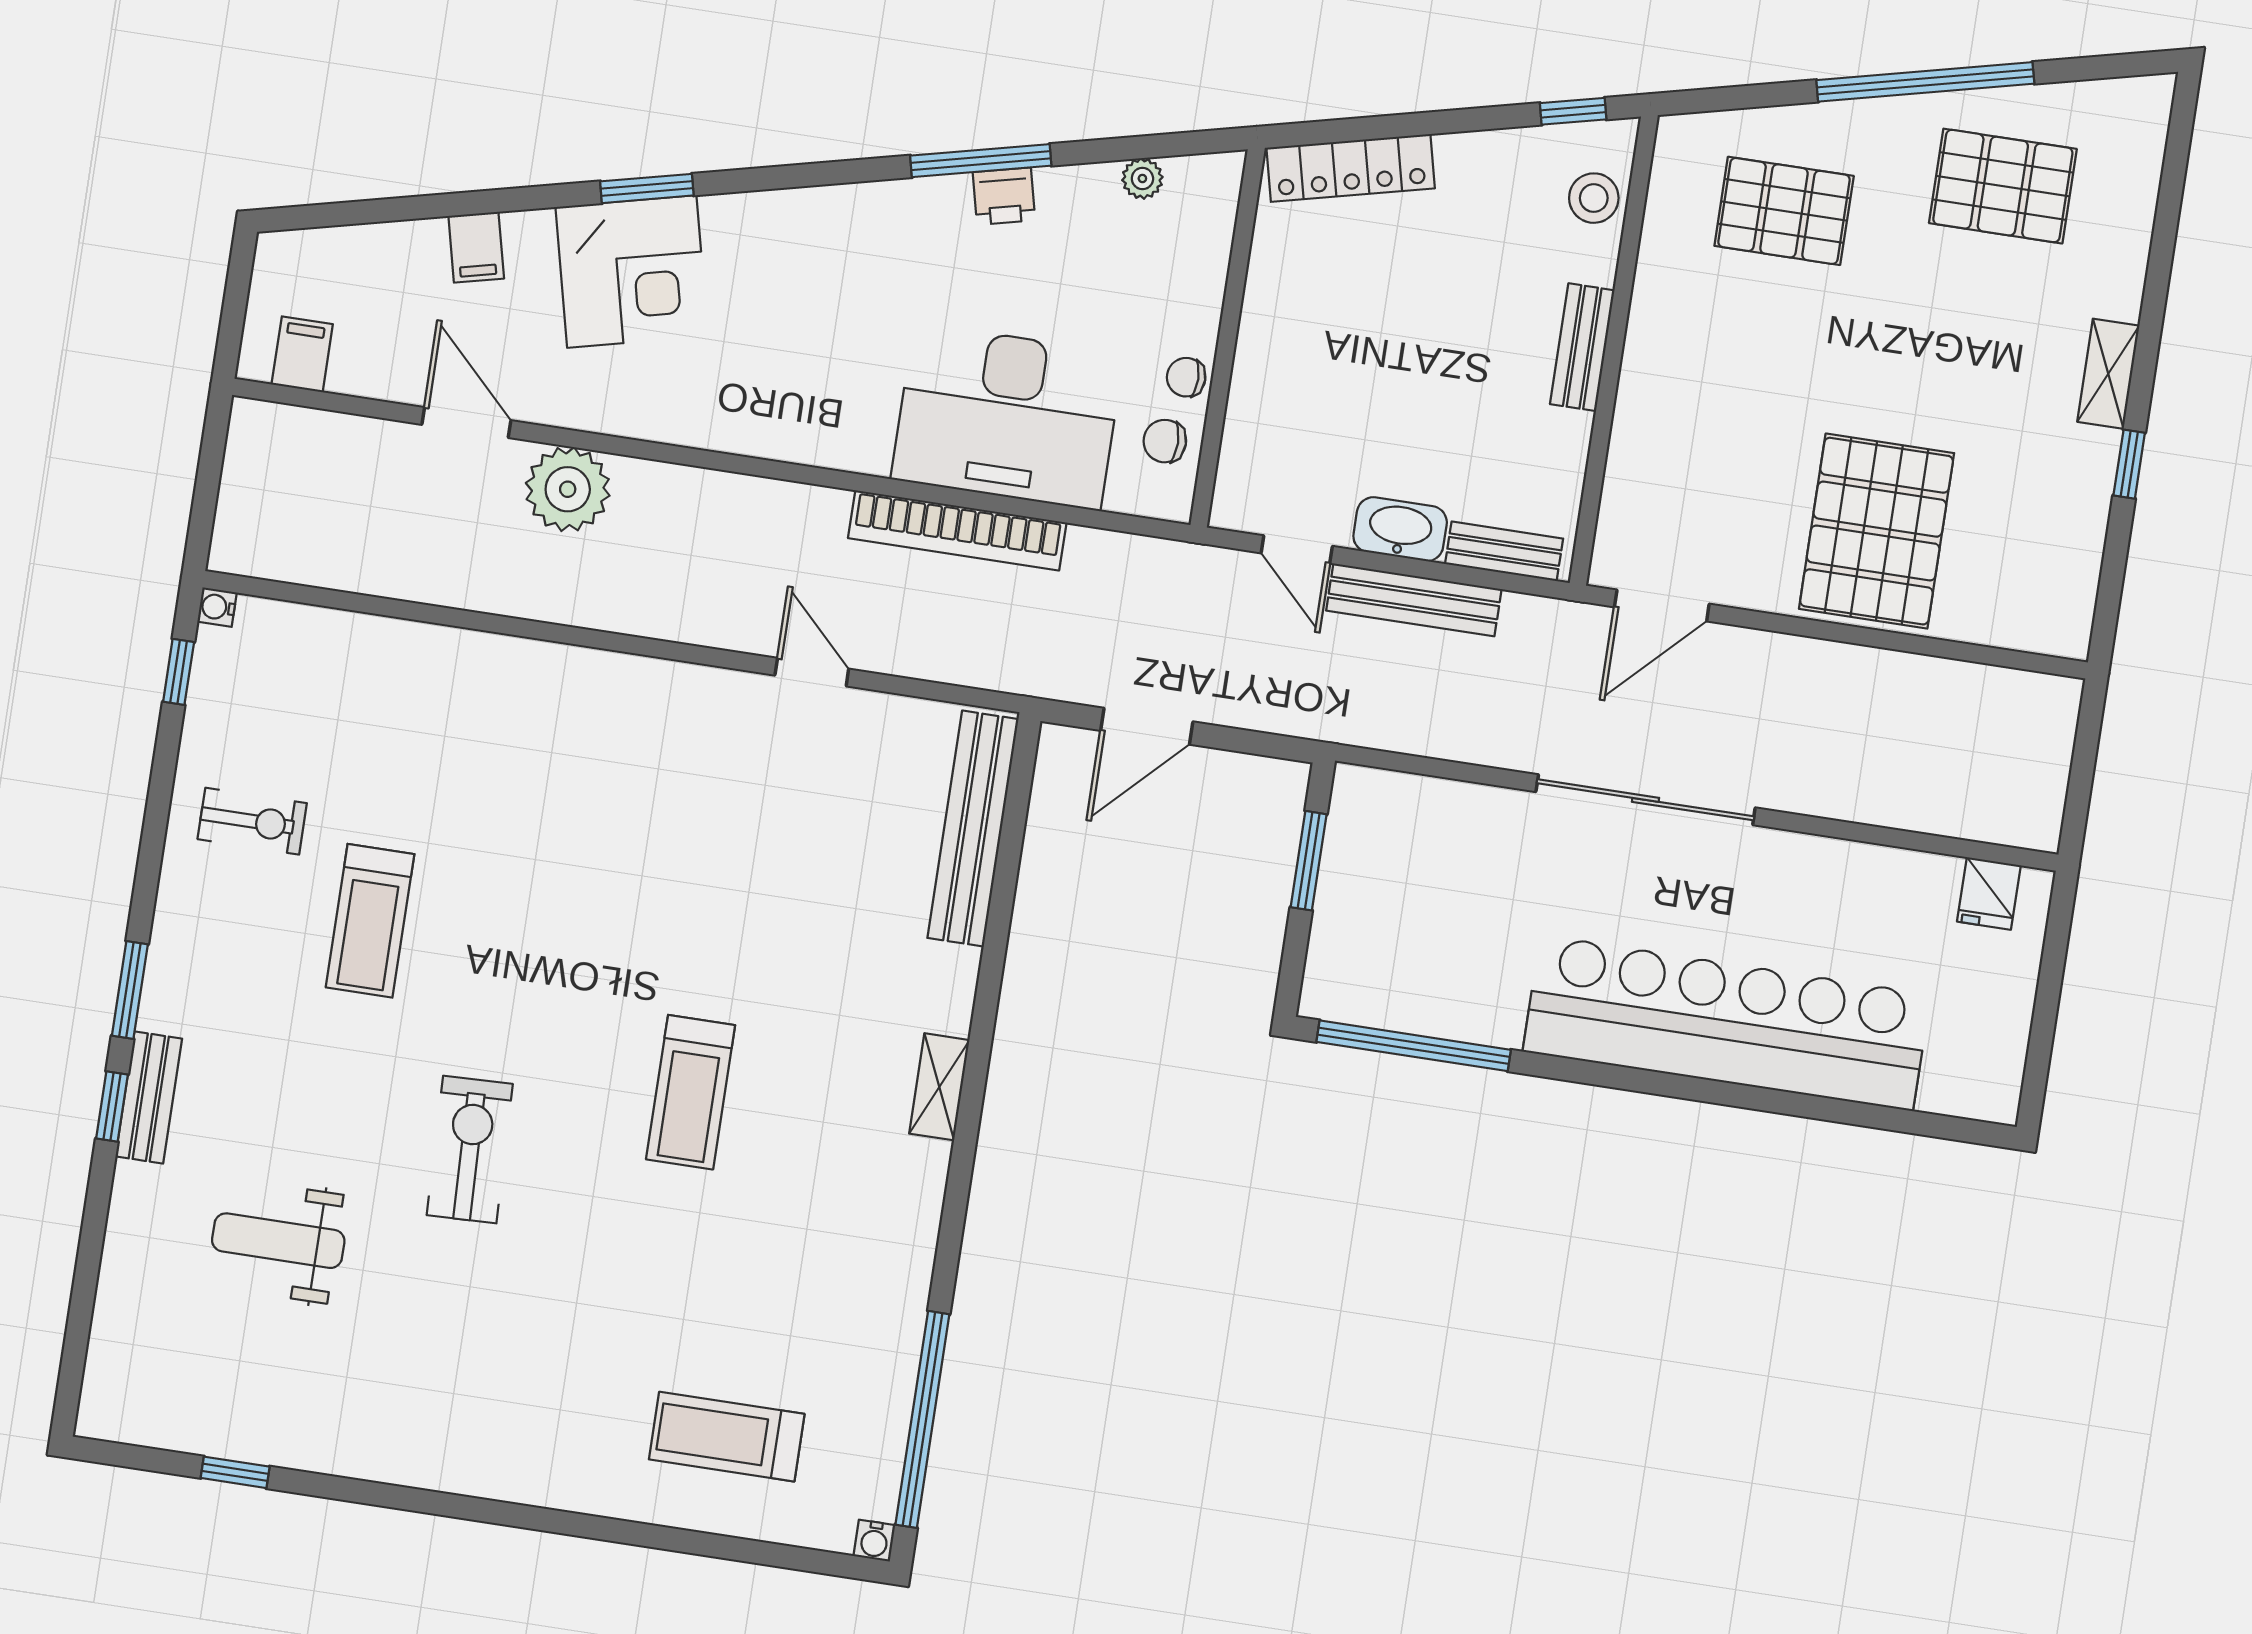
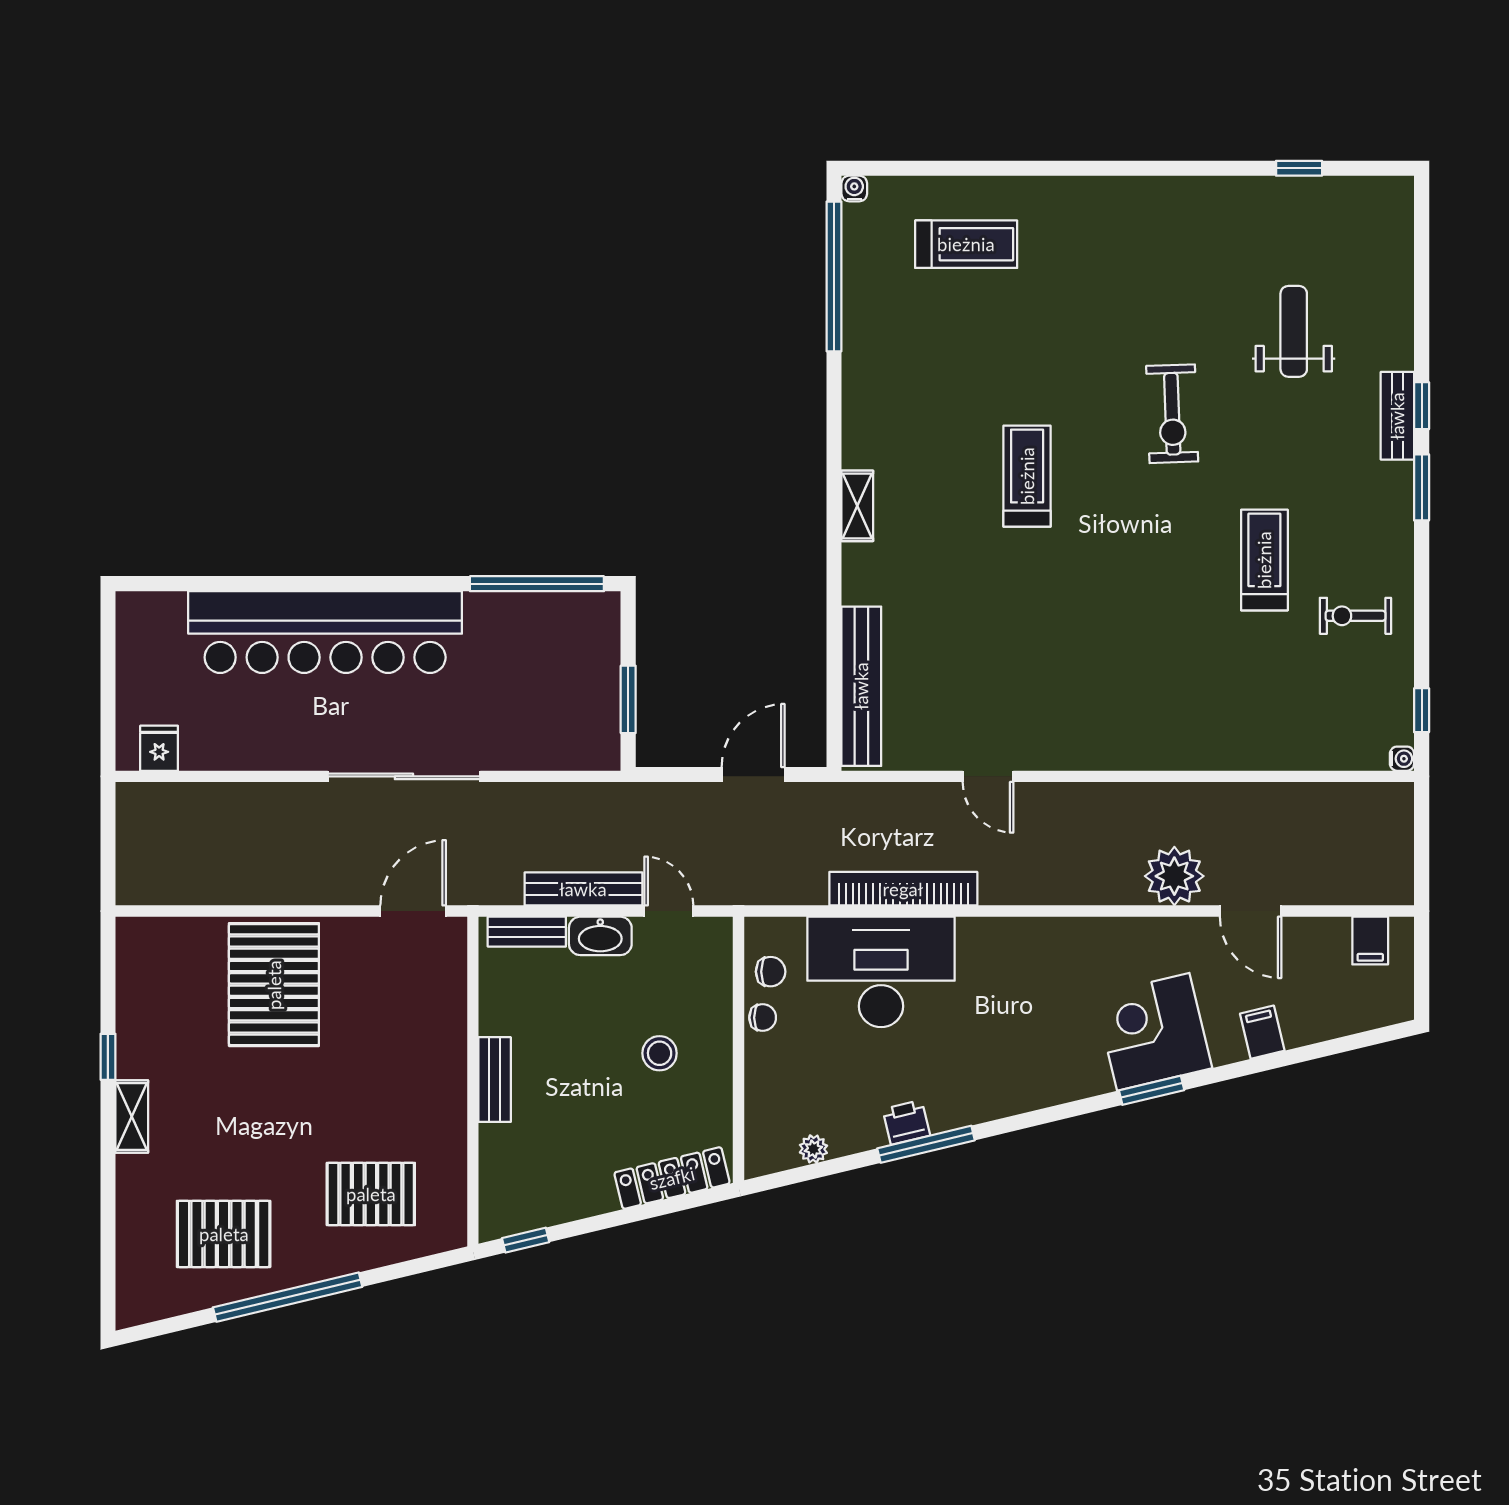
stool: (1594, 198) -> (660, 1053), moved
weight bench: (278, 1241) -> (1294, 331), turned -90

